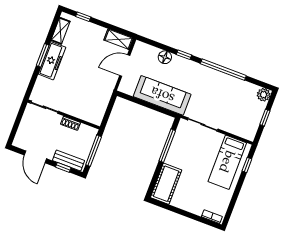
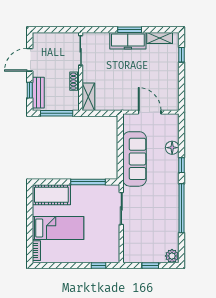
shelving: (119, 39) -> (88, 97), moved
bed: (227, 162) -> (58, 228), moved, turned 180

